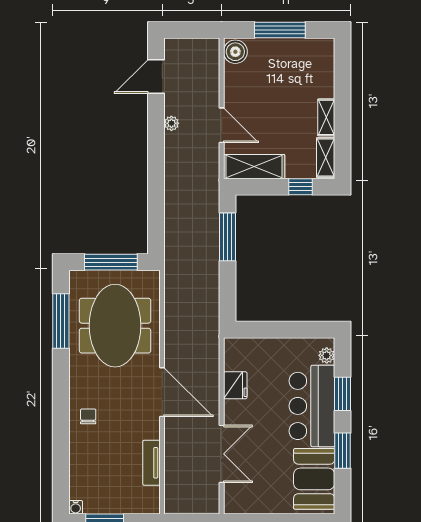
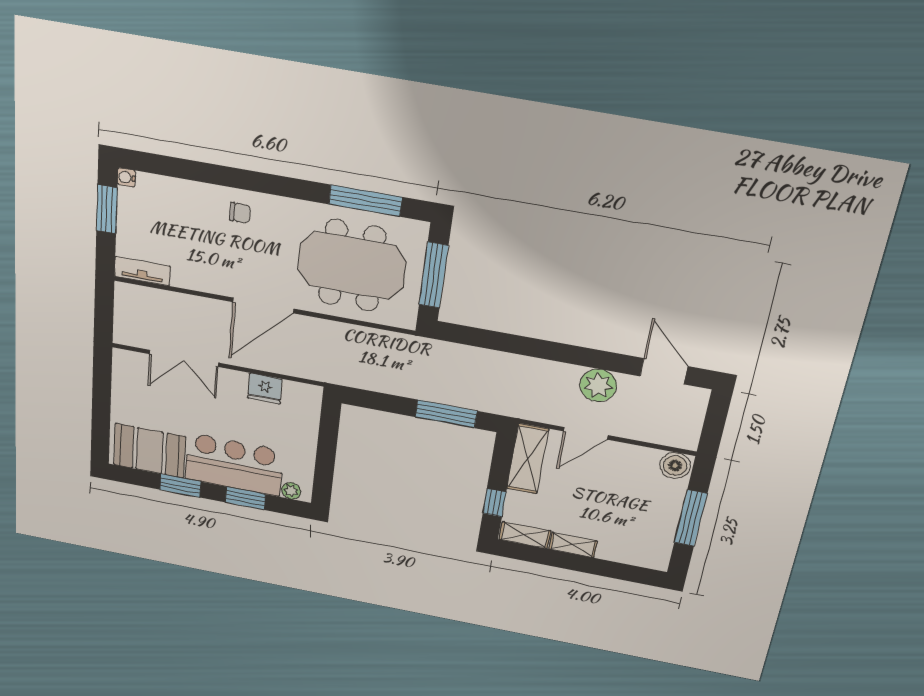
plant: (171, 123) -> (598, 385), width x1.88, depth x1.88
tv unit: (151, 463) -> (142, 271), moved

